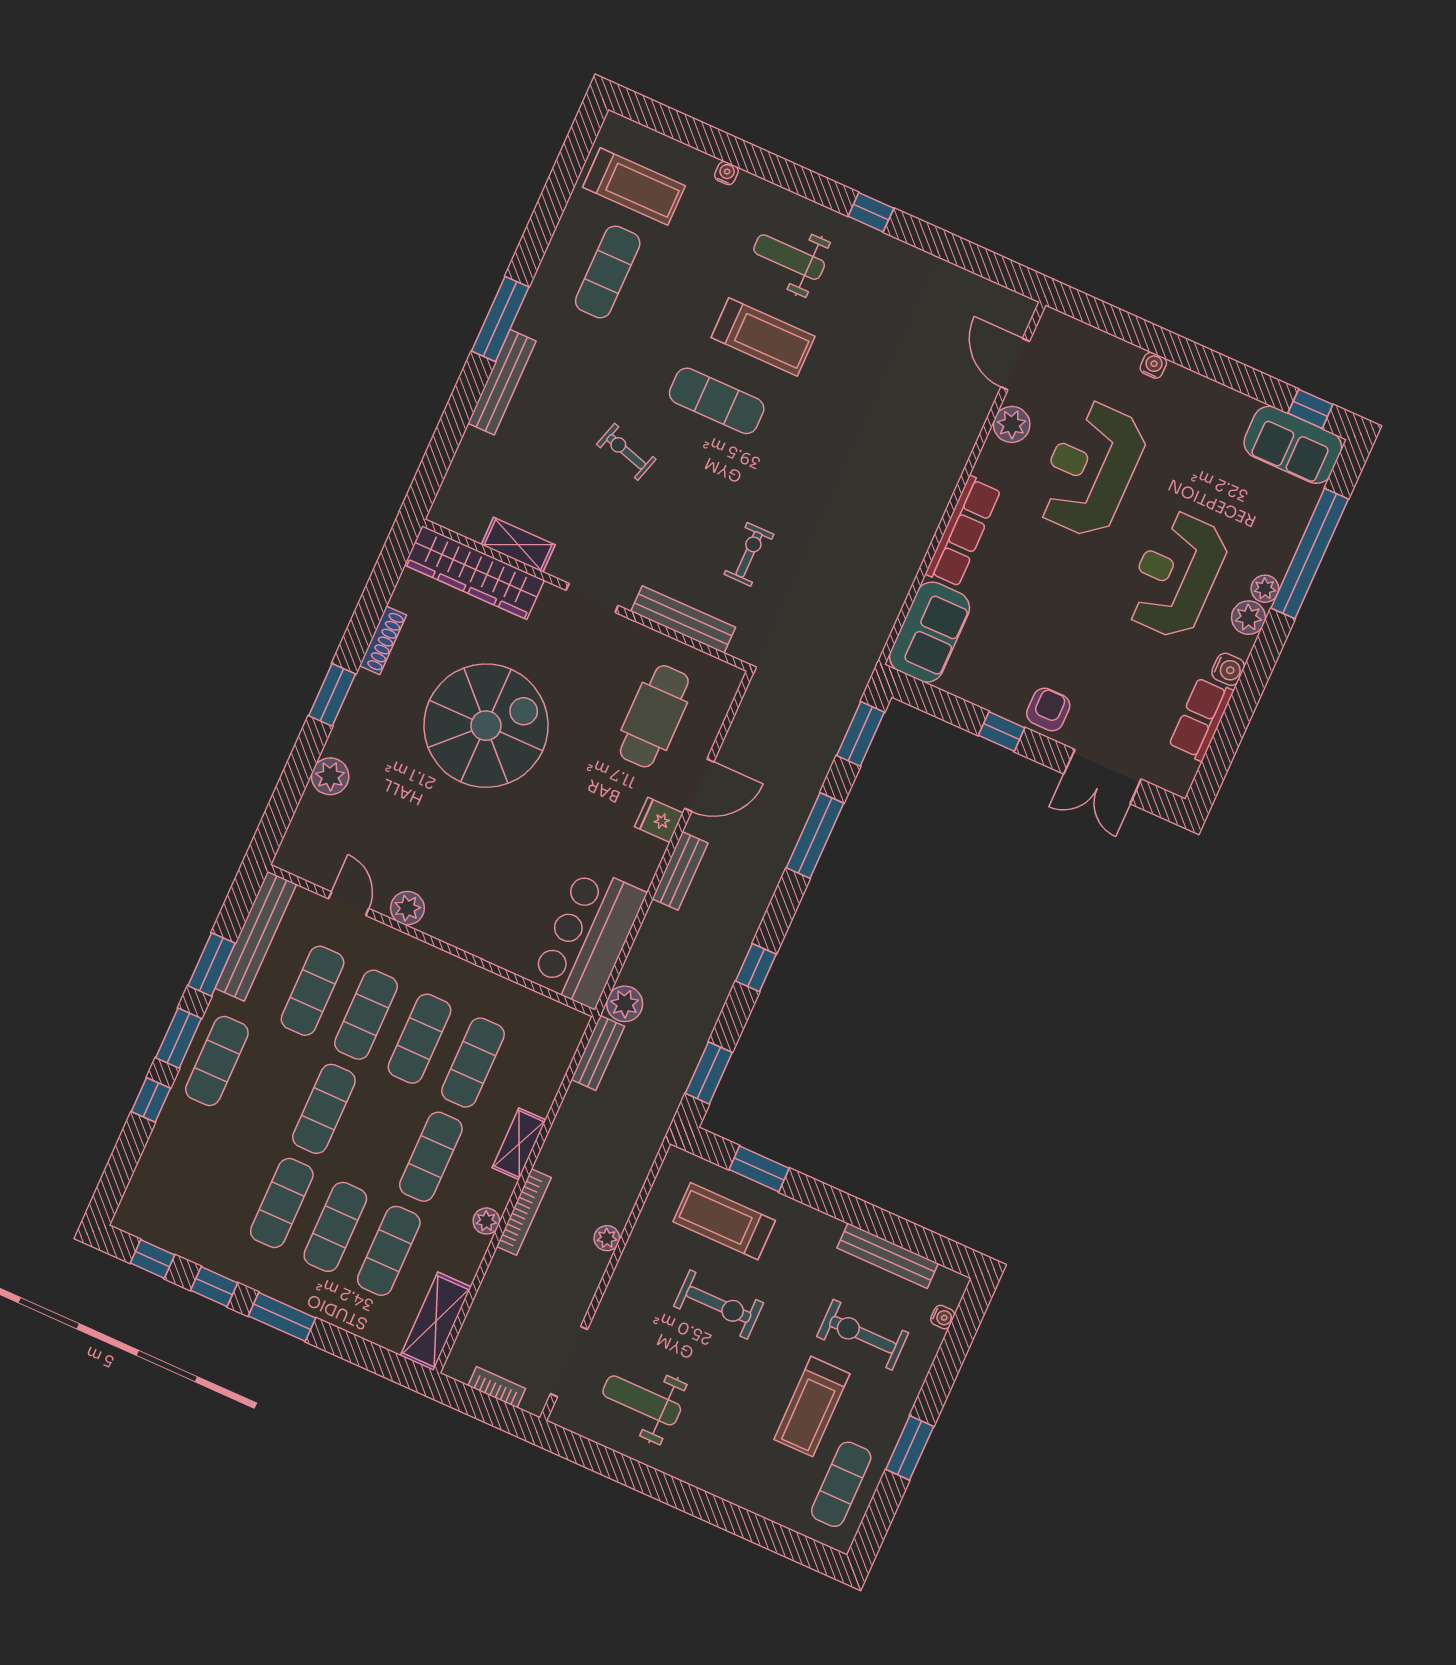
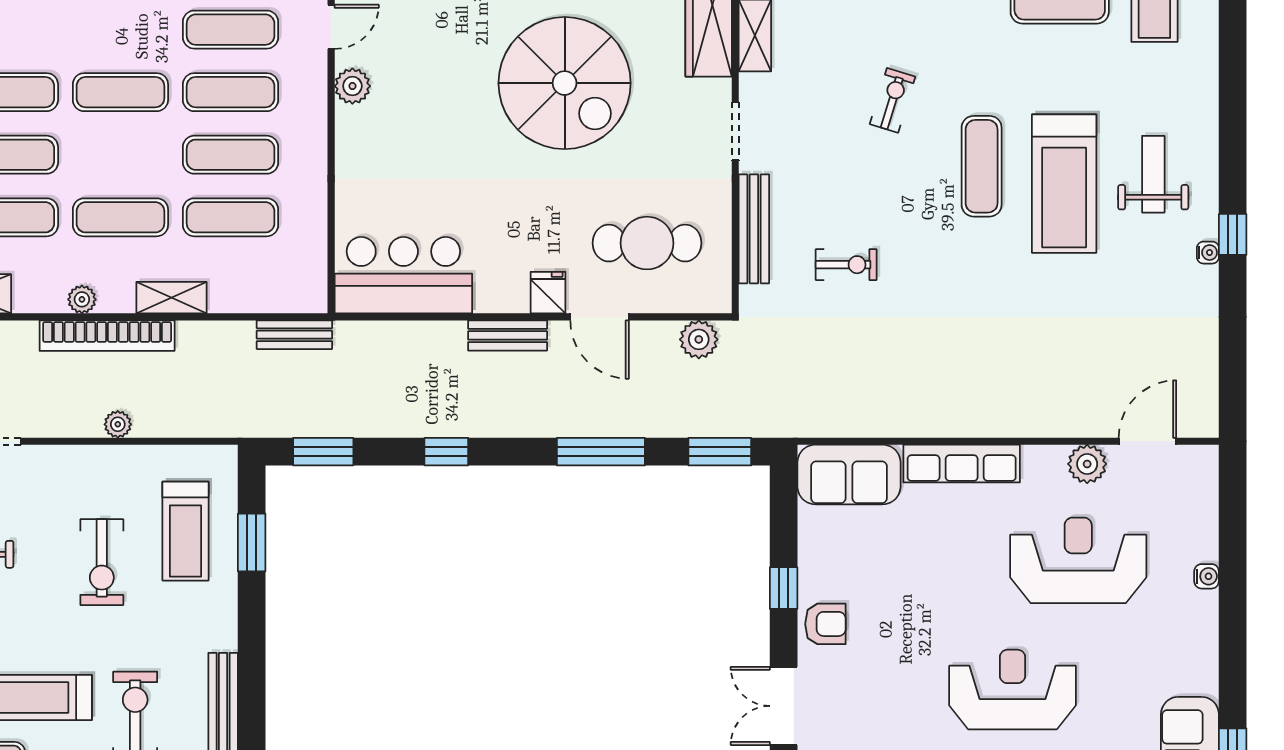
water cooler: (726, 173) -> (1208, 253), moved
treadmill: (763, 337) -> (1064, 184), width x1.37, depth x1.38
plant: (625, 1004) -> (699, 339), moved
bookcase: (524, 1212) -> (107, 336), width x1.48, depth x1.31
treadmill: (724, 1221) -> (185, 531), turned 180

